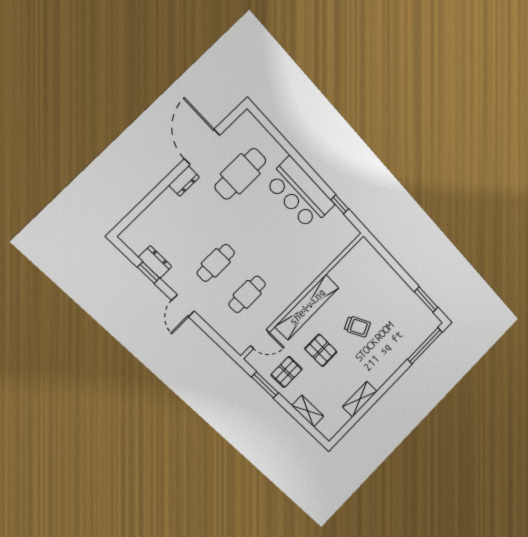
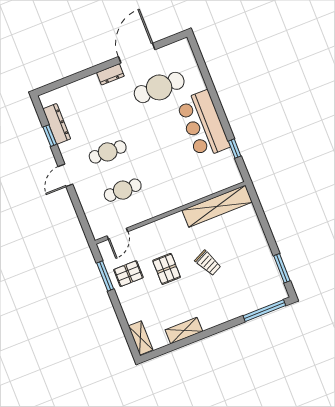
dresser: (155, 262) -> (57, 124), width x1.44
shelving: (307, 307) -> (217, 206), moved
door: (260, 339) -> (117, 234), hinge flipped
shelving: (308, 411) -> (141, 338), moved

